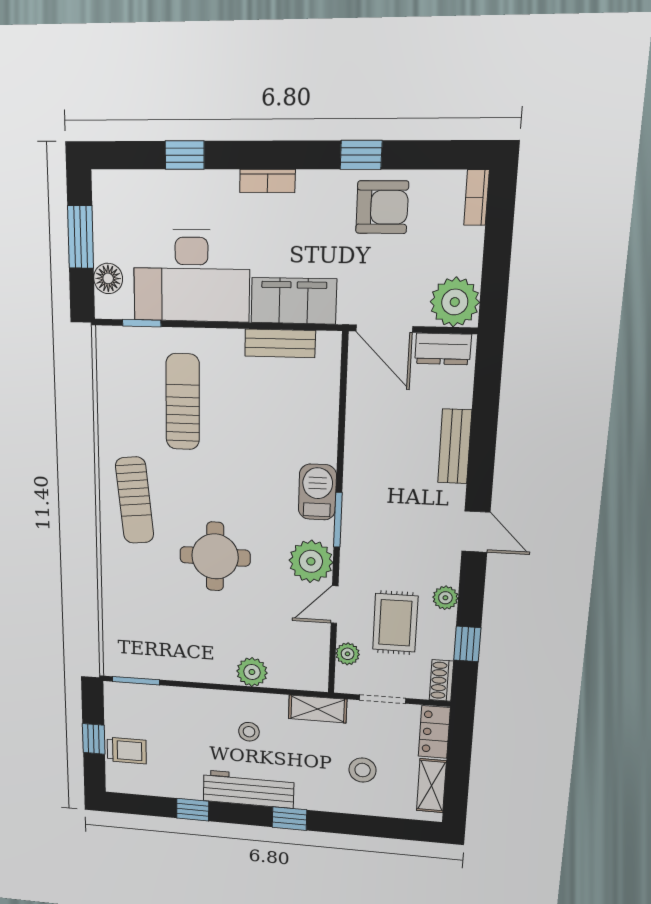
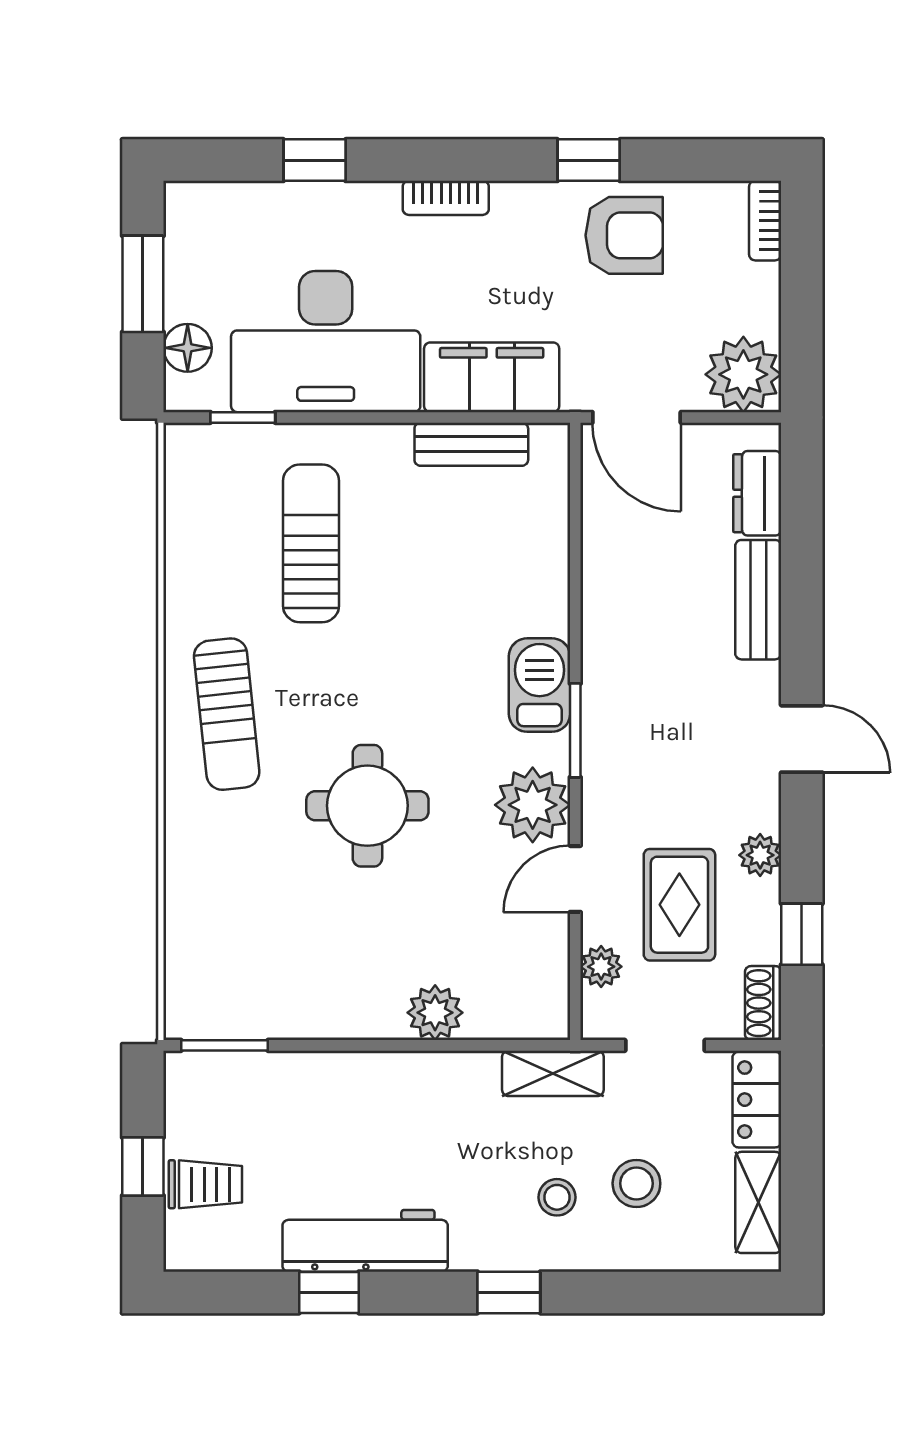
dresser: (443, 349) -> (757, 493), moved, turned 90
stool: (249, 732) -> (557, 1197), moved
workbench: (248, 789) -> (365, 1241), moved

